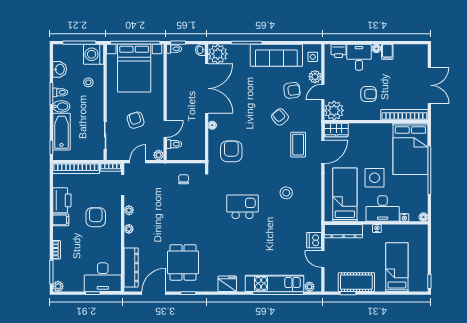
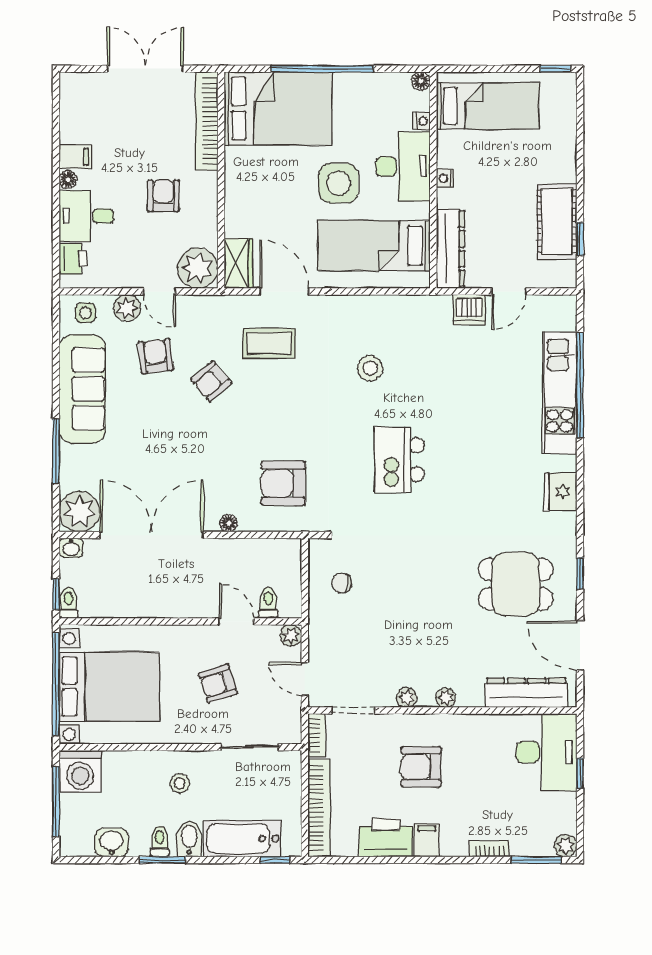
stool: (88, 82) -> (180, 783), moved
bed: (397, 267) -> (488, 106), moved, turned 180
plant: (309, 287) -> (567, 320), removed

